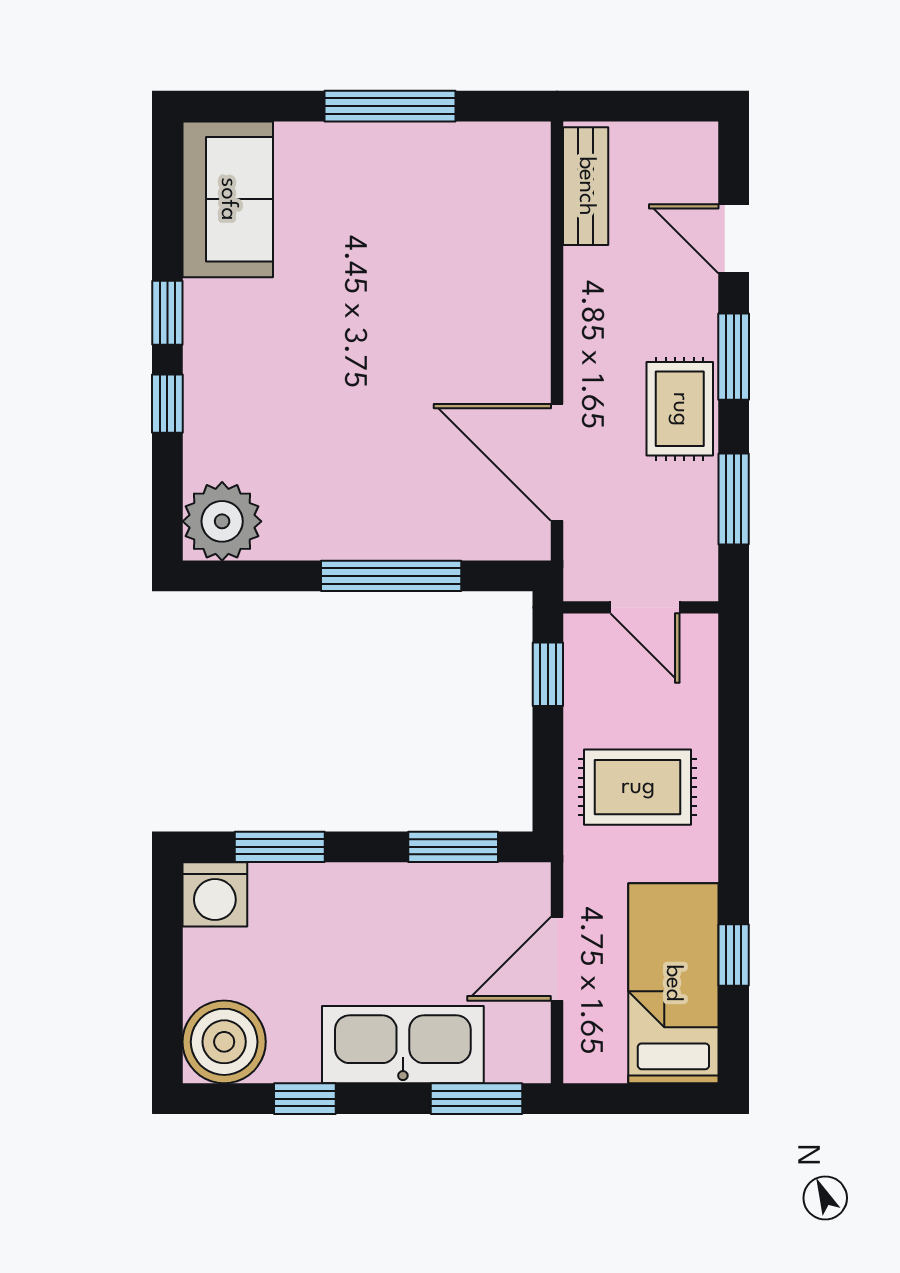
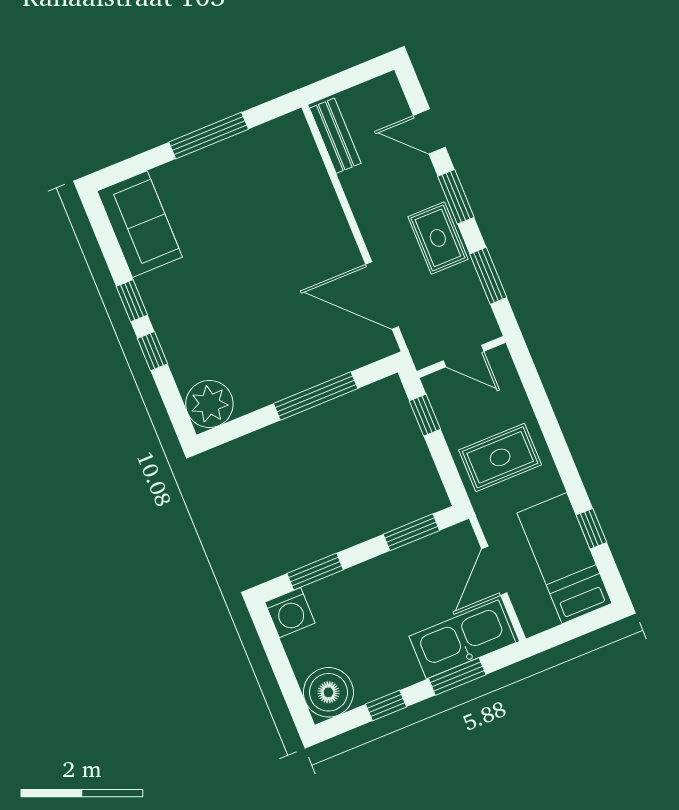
kitchen sink: (403, 1045) -> (462, 639), moved
window: (477, 1099) -> (457, 676), moved

